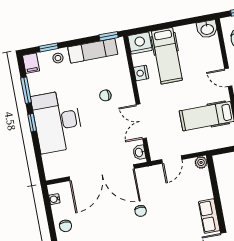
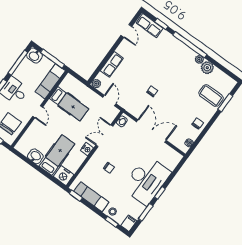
washbasin: (207, 29) -> (35, 156), moved
nightstand: (141, 73) -> (87, 149), moved
double door: (141, 121) -> (104, 136), swing flipped
door: (172, 160) -> (109, 101), hinge flipped
double door: (102, 173) -> (151, 131), width x0.73
row of seats: (209, 216) -> (112, 64), moved

